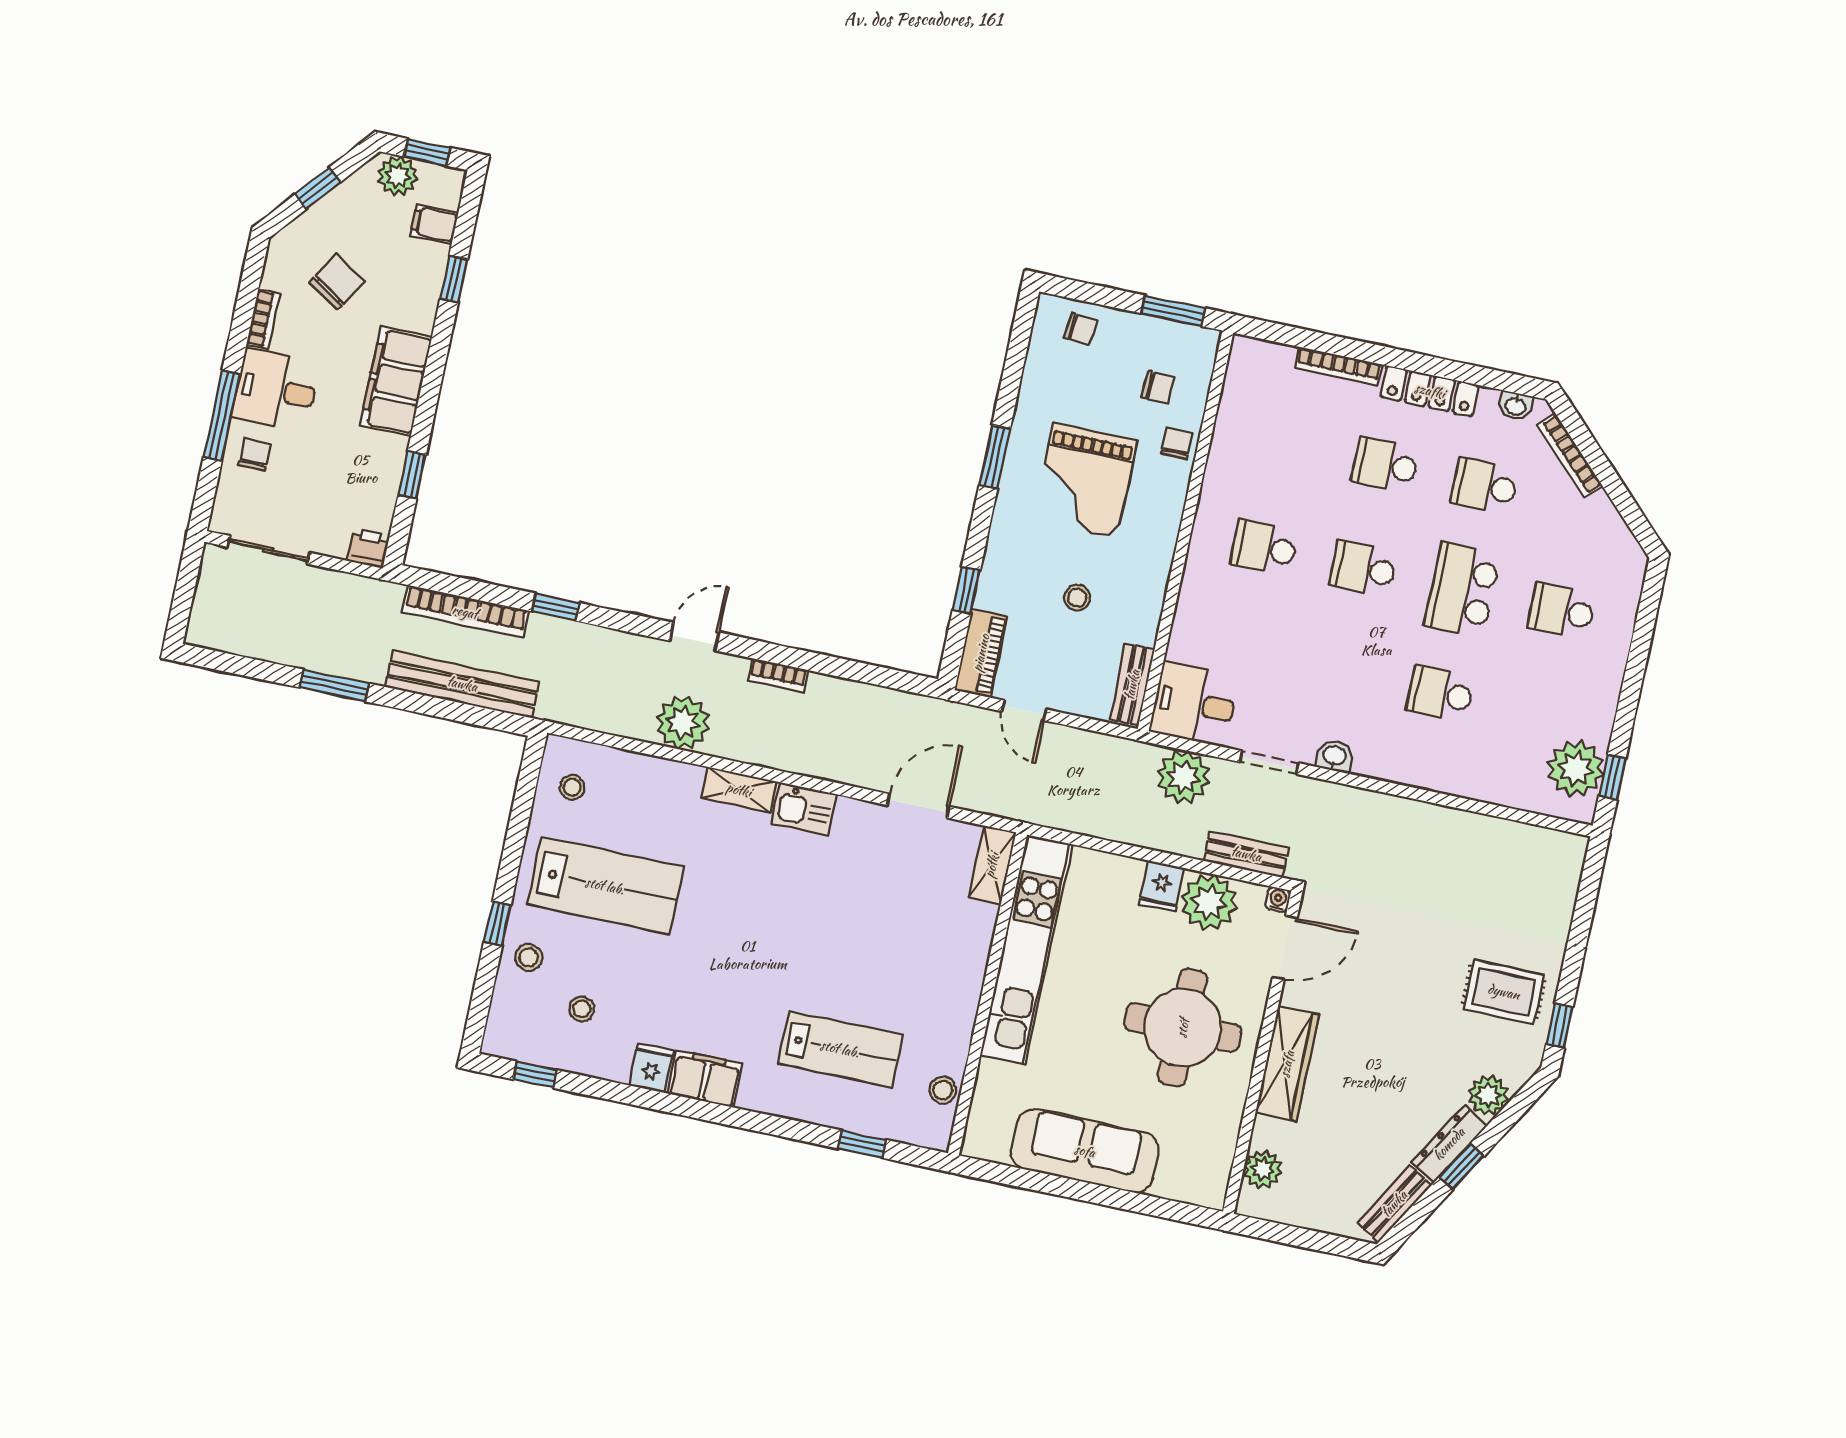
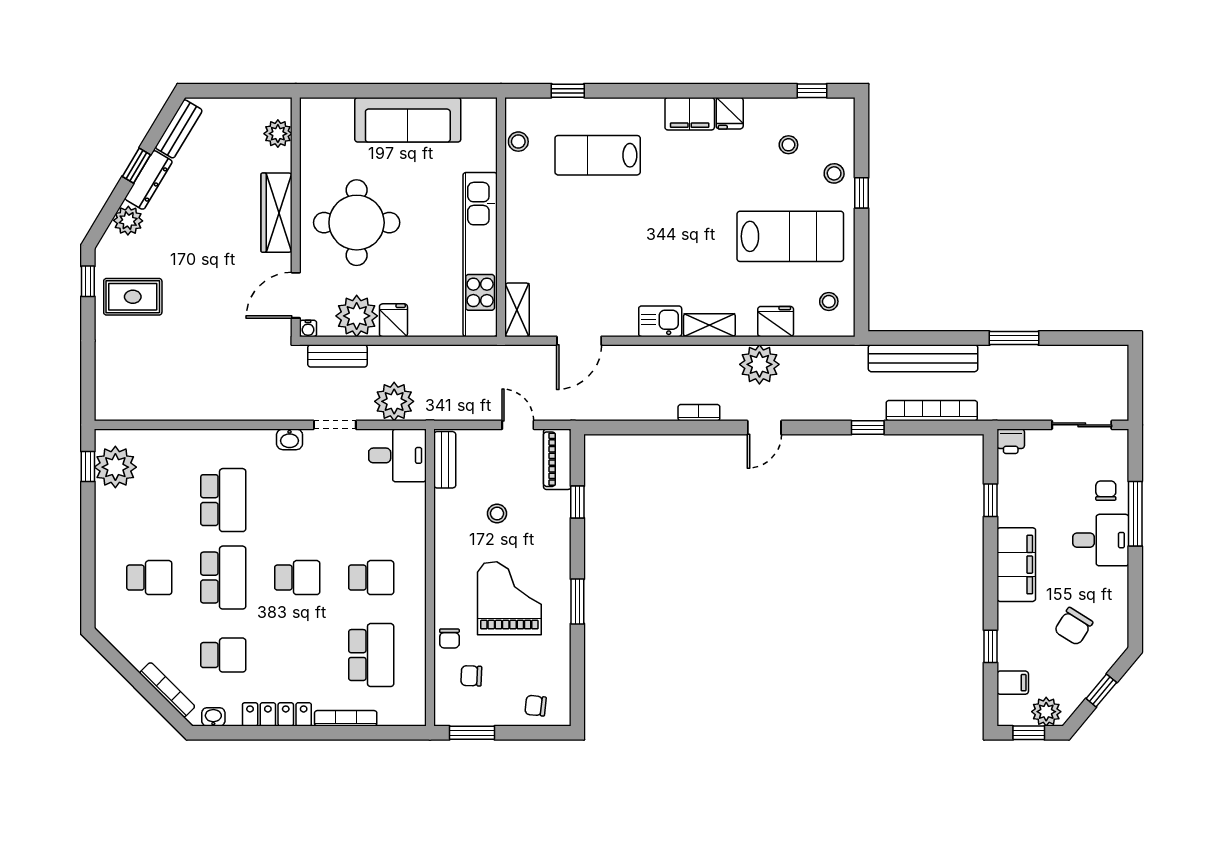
bookcase: (263, 319) -> (1120, 589), removed
chair: (255, 455) -> (1106, 491), turned 180
school desk: (1385, 465) -> (371, 655), moved, width x1.85
school desk: (1440, 694) -> (223, 500), width x1.85
fridge: (649, 776) -> (776, 322), added
lab bench: (605, 886) -> (790, 236), turned 180

